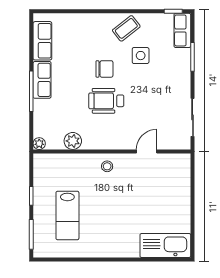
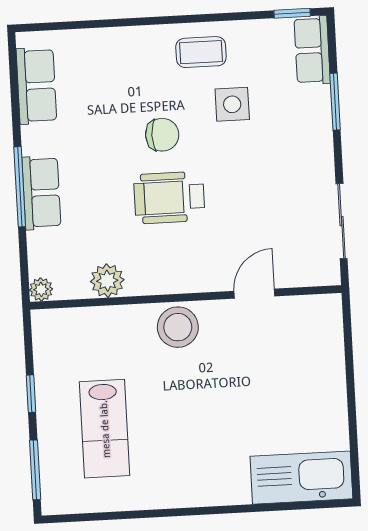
coffee table: (126, 28) -> (201, 52), turned 38
row of seats: (42, 80) -> (41, 193), moved
stool: (107, 166) -> (178, 327), width x1.89, depth x1.89

